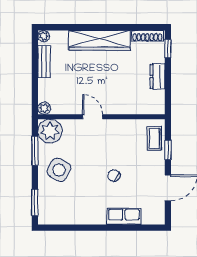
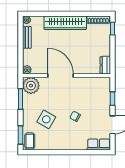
dresser: (158, 76) -> (105, 65), moved
door: (93, 117) -> (60, 76), width x1.88
coffee table: (154, 138) -> (30, 141), moved
side table: (59, 170) -> (46, 119), moved
row of seats: (124, 217) -> (99, 145), moved

